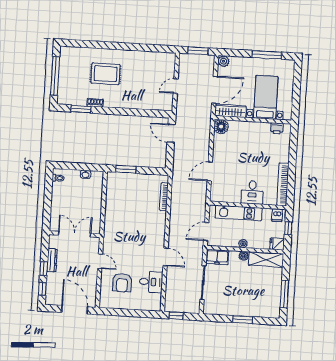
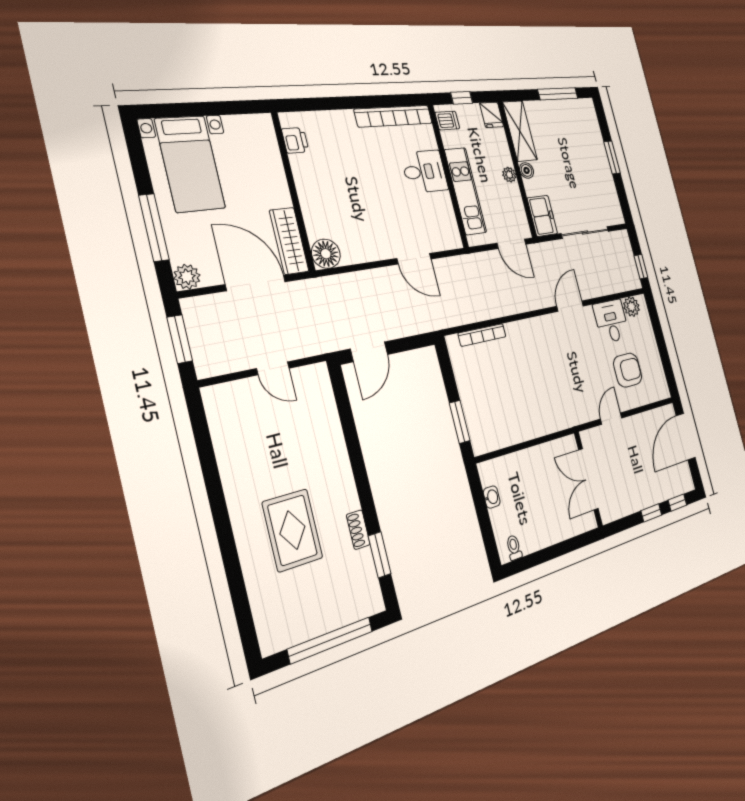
window: (267, 55) -> (154, 228), moved
bed with nightstands: (266, 97) -> (190, 164), moved, turned -90
dresser: (52, 260) -> (636, 503), removed
plant: (155, 300) -> (631, 307), added

